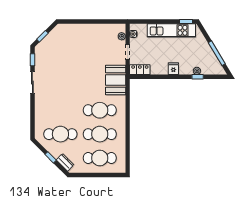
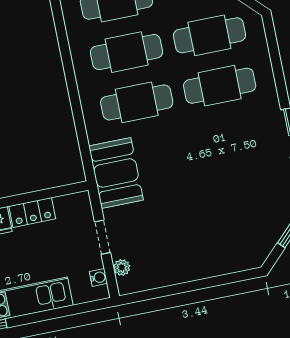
locker: (140, 70) -> (32, 213), moved
cafe table: (60, 110) -> (220, 86), added

